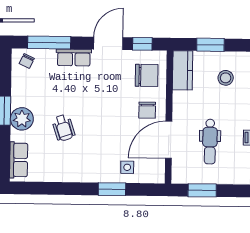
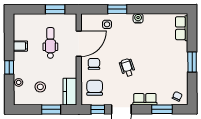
window: (49, 43) -> (162, 109), width x0.69
chair: (147, 75) -> (95, 88), turned 90
plant: (22, 119) -> (180, 57), removed
wheelchair: (63, 128) -> (127, 68), moved
water cooler: (82, 175) -> (138, 18), added

